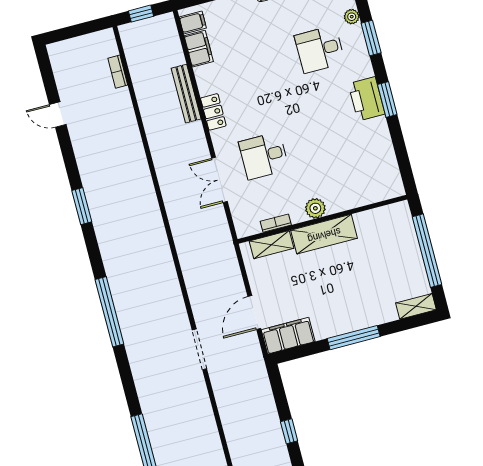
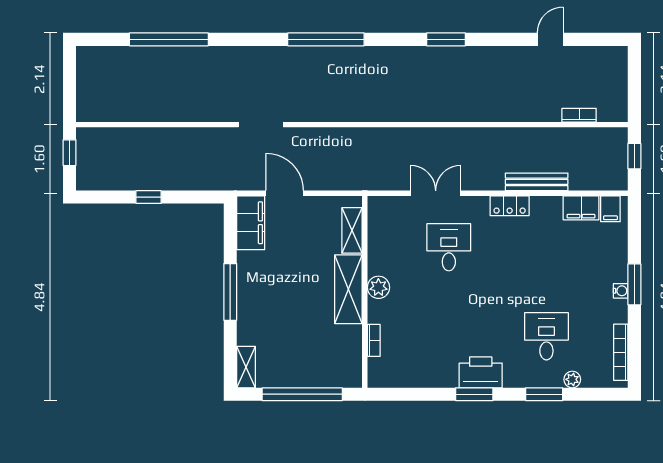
bookcase: (276, 223) -> (374, 340), moved

